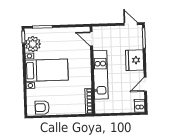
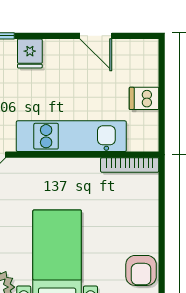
fridge: (135, 60) -> (30, 53), width x0.53, depth x0.75
dishwasher: (140, 106) -> (144, 98), moved

